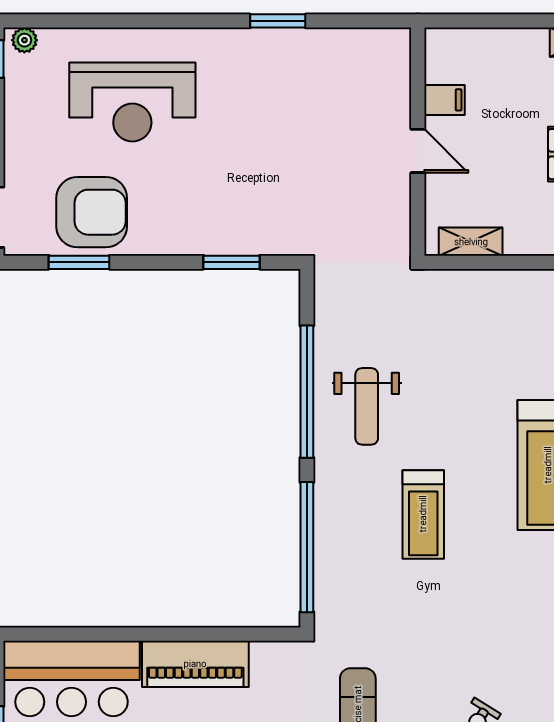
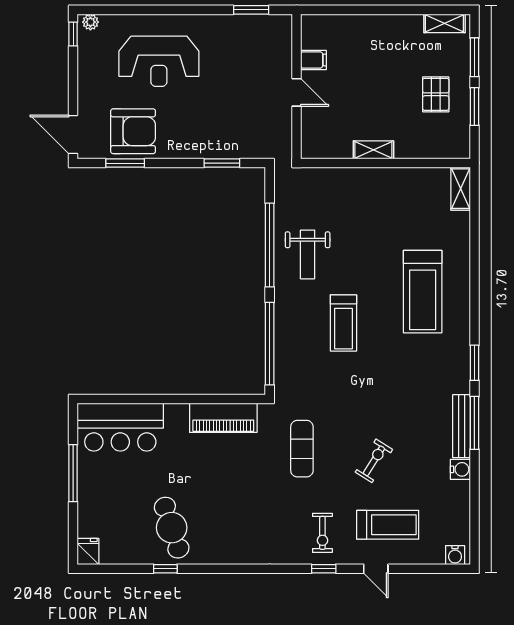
filing cabinet: (444, 100) -> (313, 60), moved
wall: (418, 142) -> (297, 86), moved
door: (418, 151) -> (297, 92), moved
piano: (195, 664) -> (223, 418), moved

